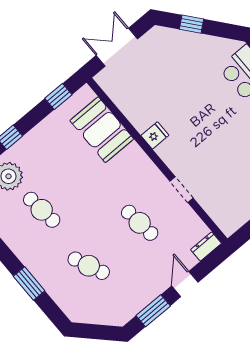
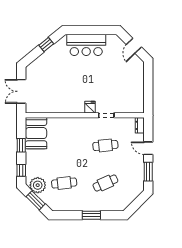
window: (192, 24) -> (46, 44), moved
window: (58, 96) -> (21, 145), moved
booth: (102, 130) -> (36, 133), moved, turned 90
fridge: (155, 135) -> (90, 107), moved

